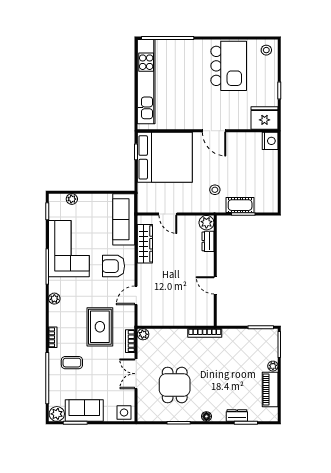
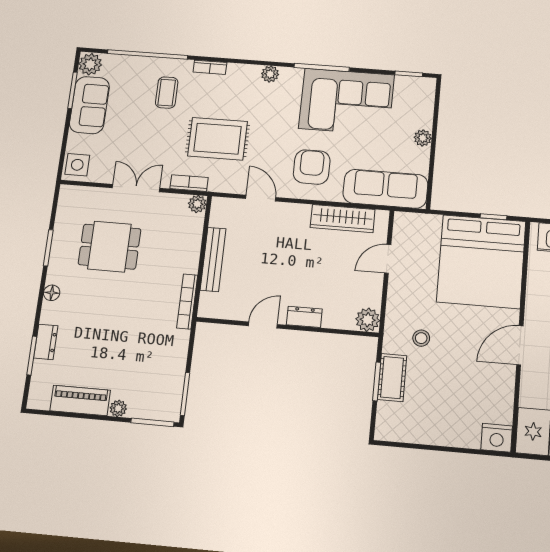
plant: (72, 199) -> (423, 138), moved
dresser: (208, 241) -> (304, 317), moved
bench: (177, 320) -> (213, 259), added

